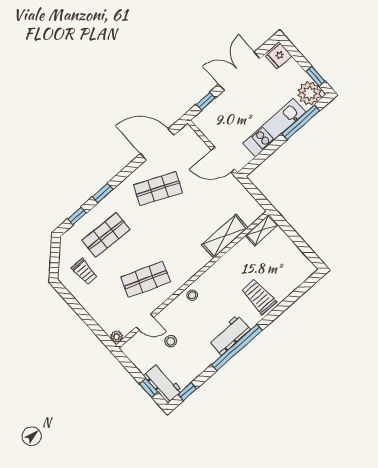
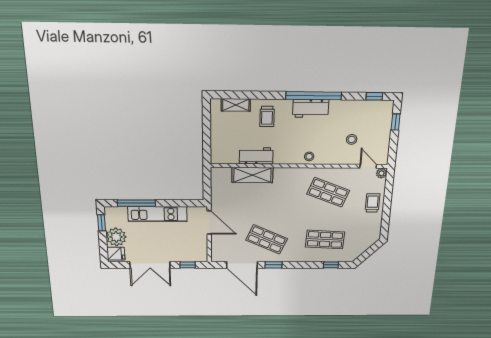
plant: (309, 93) -> (116, 237), moved
window: (103, 193) -> (273, 265), moved
shelving: (262, 230) -> (236, 105), moved
trolley: (84, 272) -> (373, 203), moved
trolley: (259, 296) -> (267, 116), width x0.73, depth x0.72
door: (145, 322) -> (368, 166), moved
workbench: (163, 383) -> (256, 156), moved, turned 90

